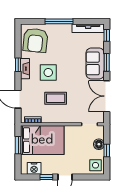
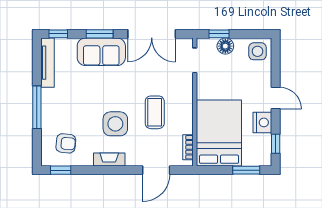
armchair: (35, 40) -> (66, 143), width x0.53, depth x0.53
window: (18, 65) -> (61, 170), moved
window: (18, 145) -> (246, 170), moved
window: (107, 151) -> (219, 34), moved
nightstand: (34, 168) -> (262, 122), moved
window: (46, 177) -> (276, 144), moved

